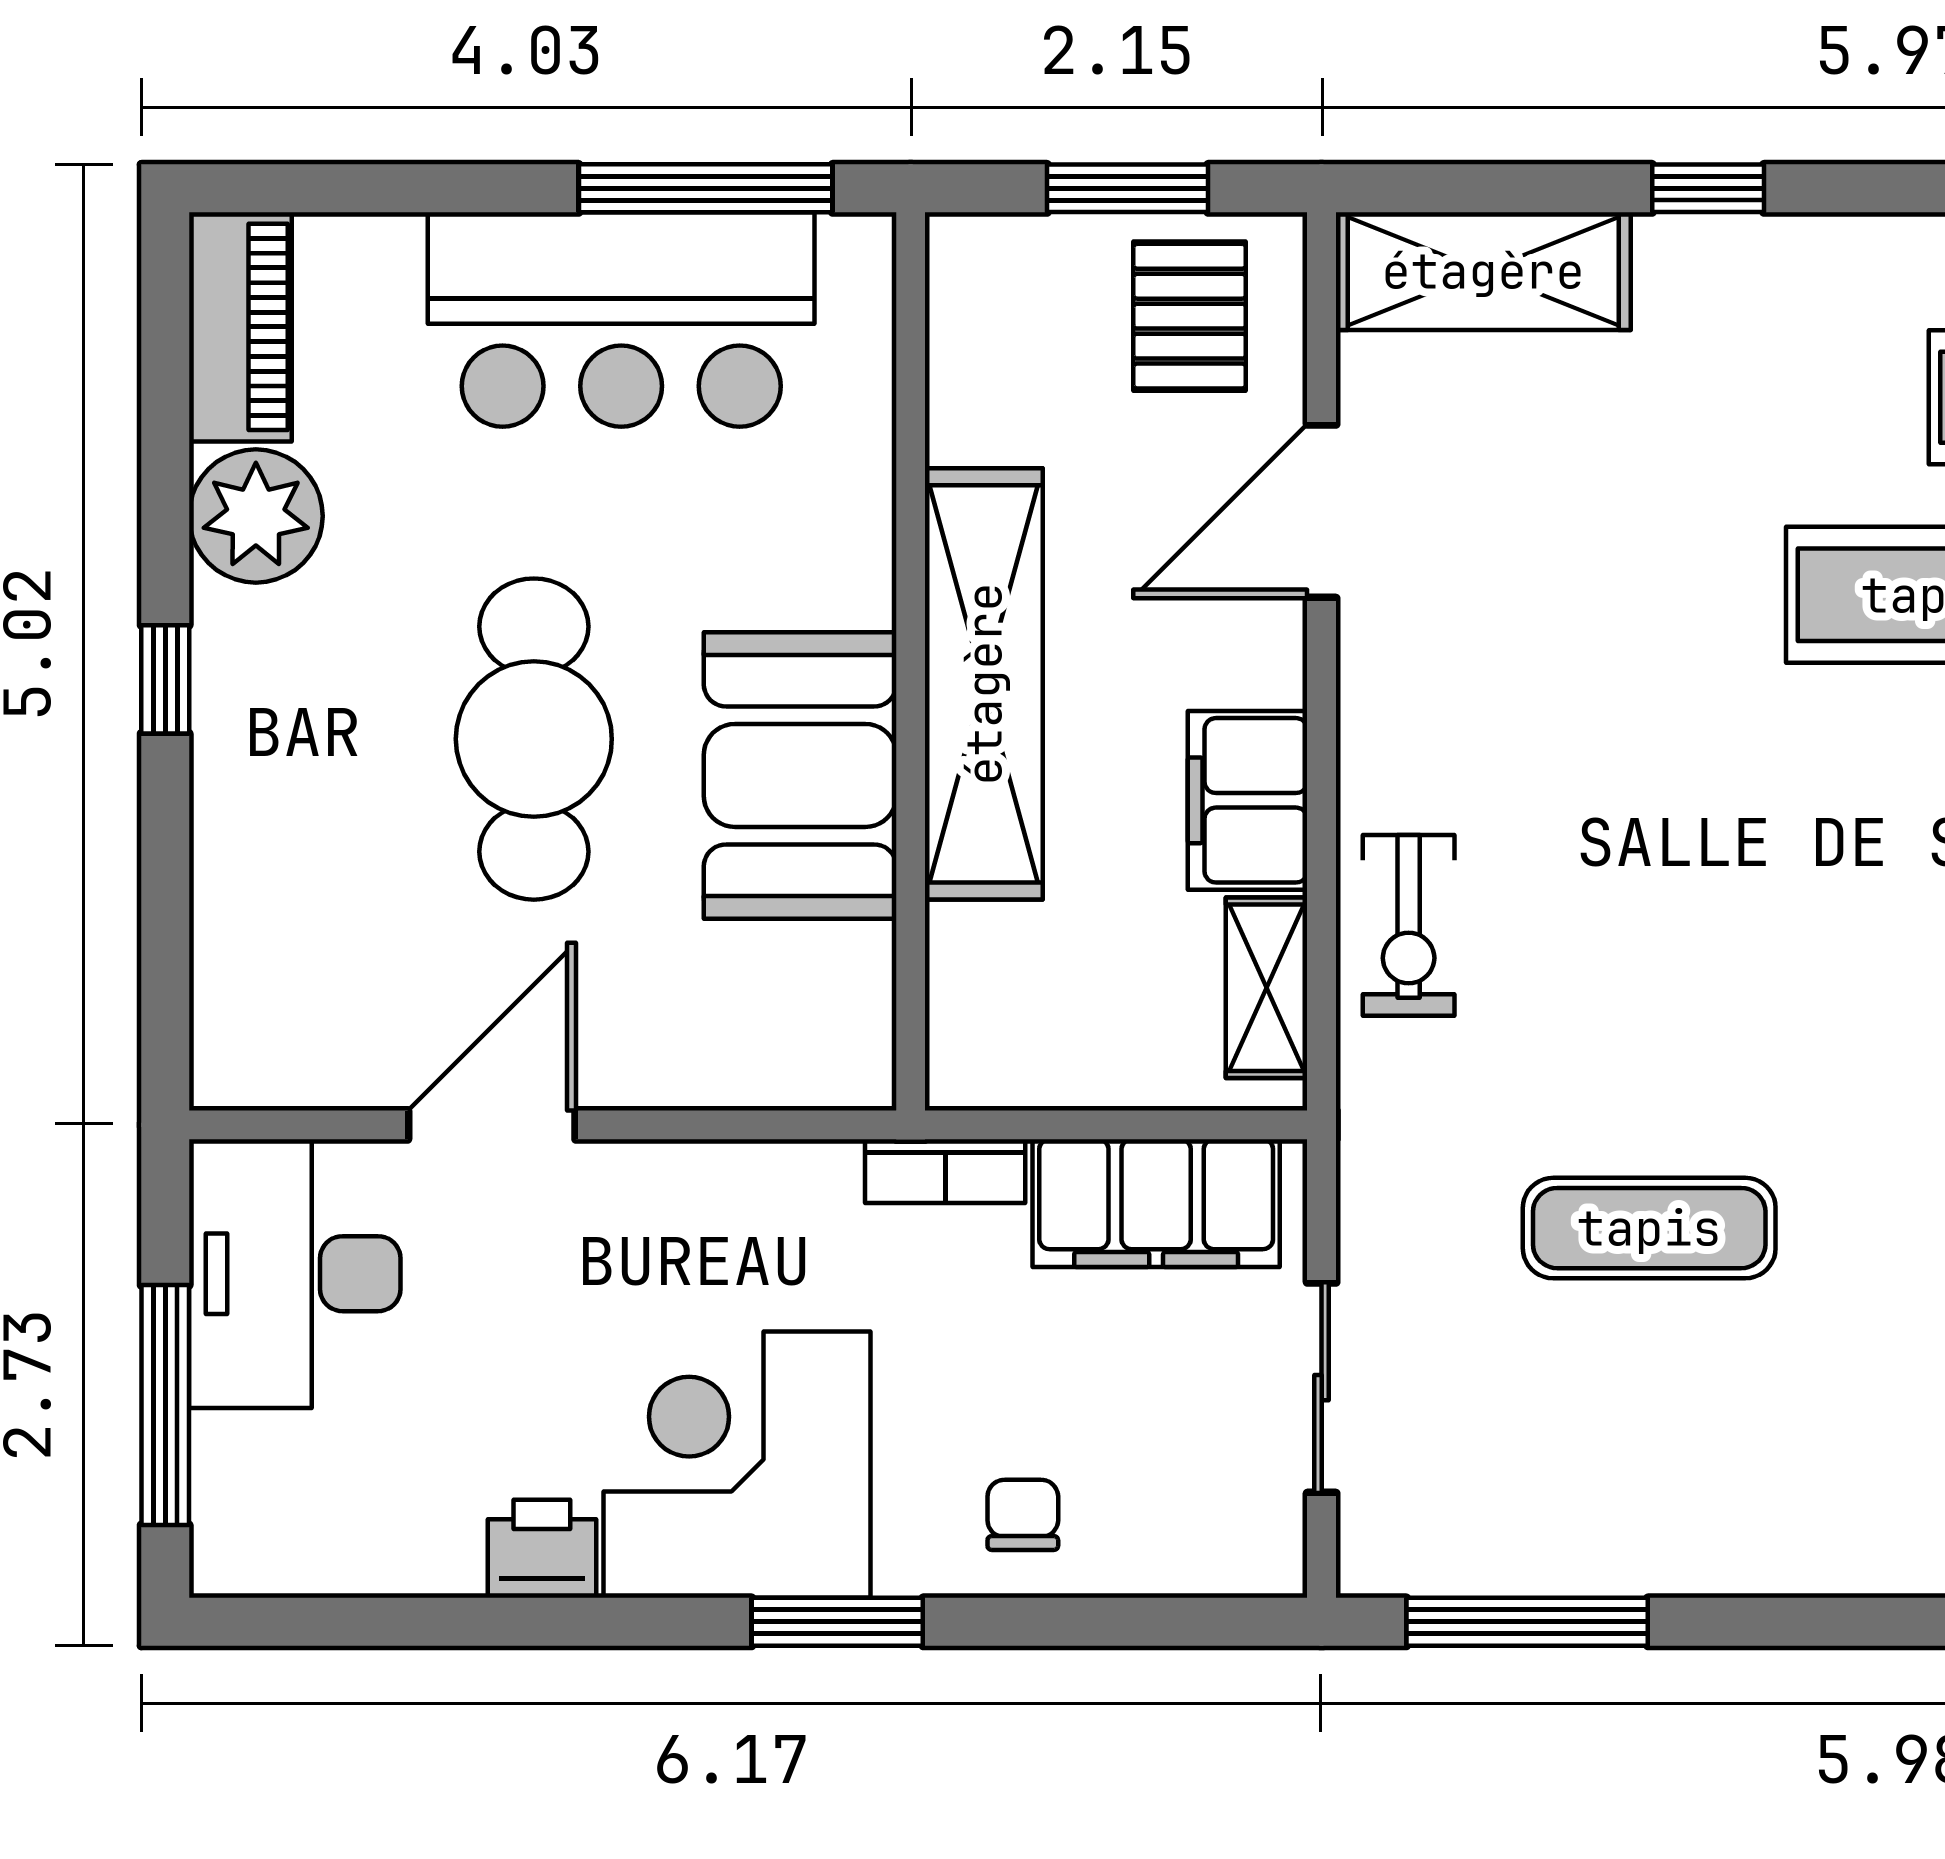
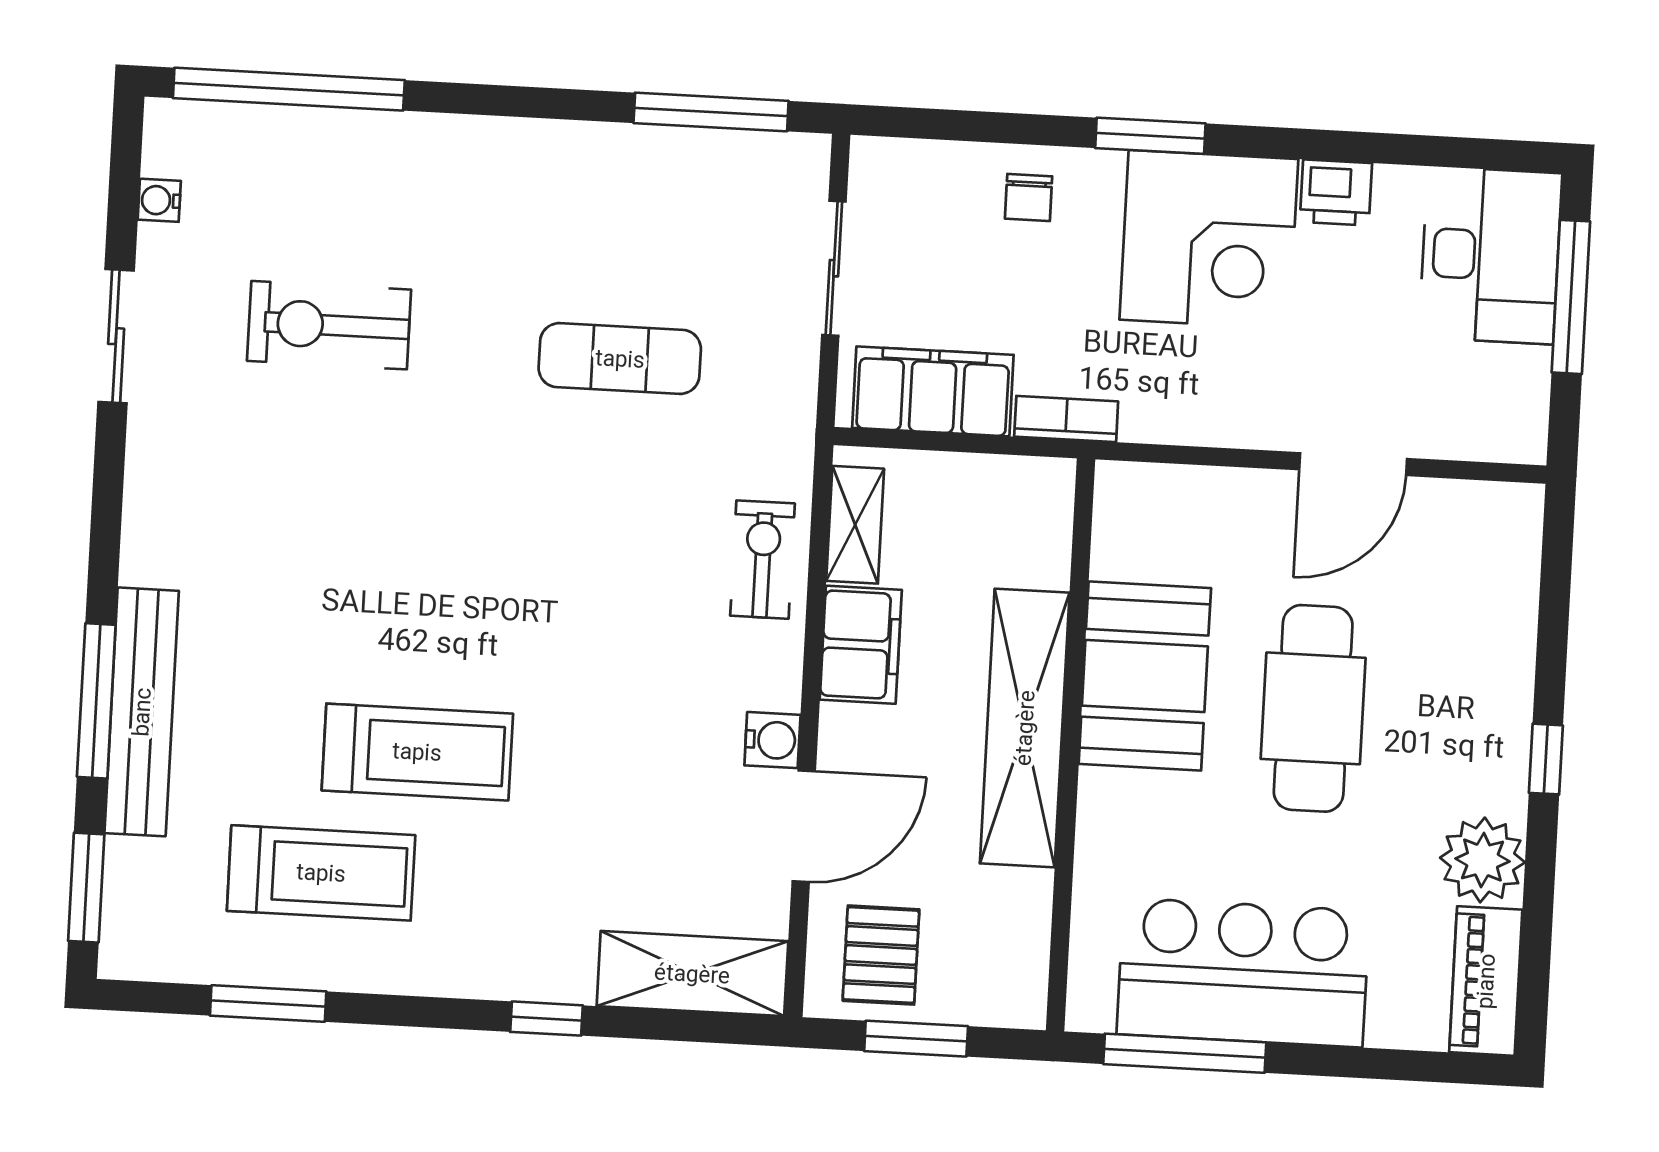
water cooler: (1378, 644) -> (772, 740), added
desk: (295, 1274) -> (1490, 255), moved

